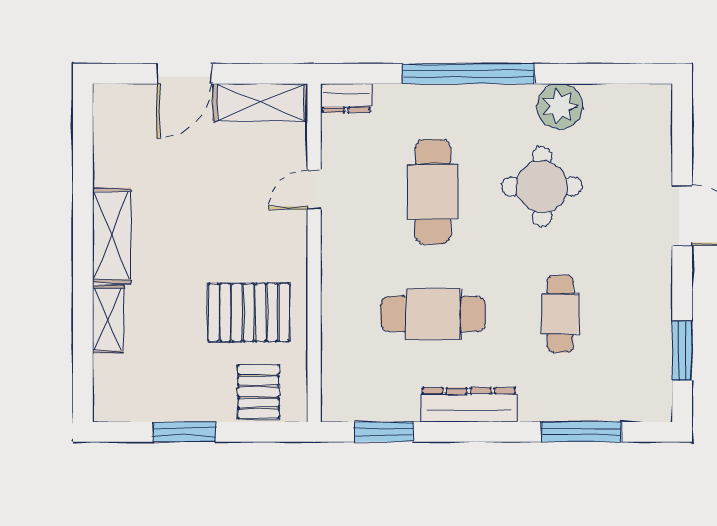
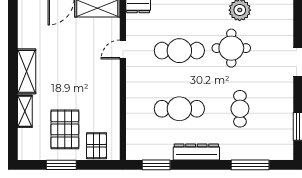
cafe table: (433, 192) -> (179, 51), turned 90
pallet: (249, 312) -> (65, 129), moved, turned 90

